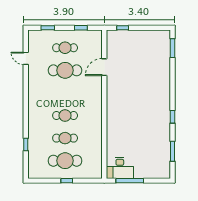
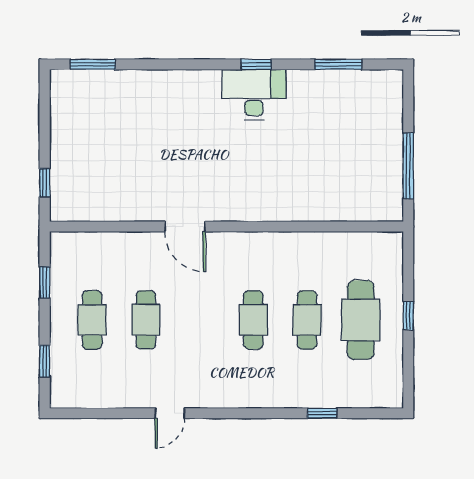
door: (26, 58) -> (170, 413), moved
door: (104, 67) -> (185, 227), moved
cafe table: (65, 70) -> (146, 320), width x0.73, depth x0.74
desk: (120, 168) -> (254, 94), moved, turned -90

